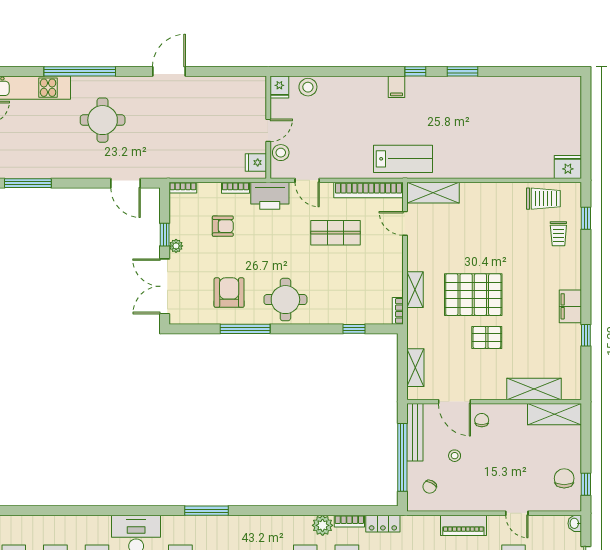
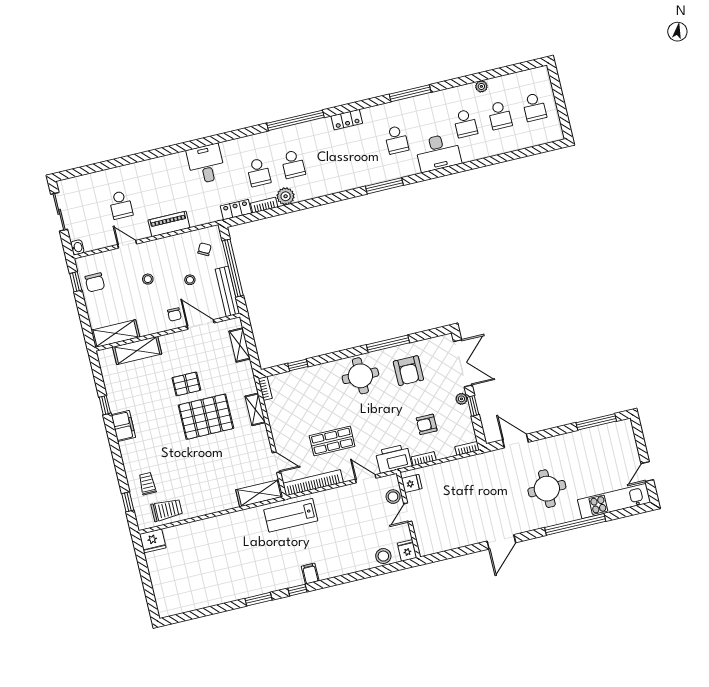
trolley: (543, 199) -> (167, 510), turned 180
stool: (503, 468) -> (148, 279), added

